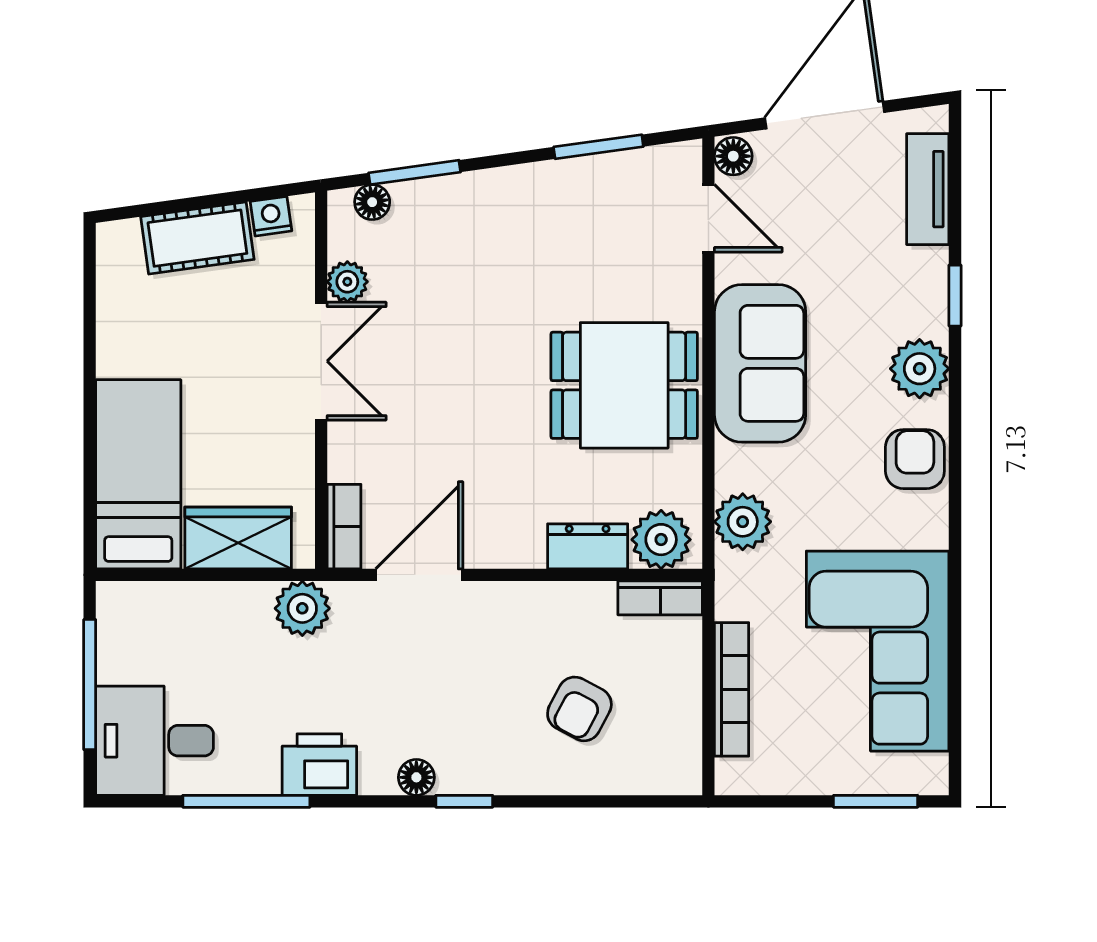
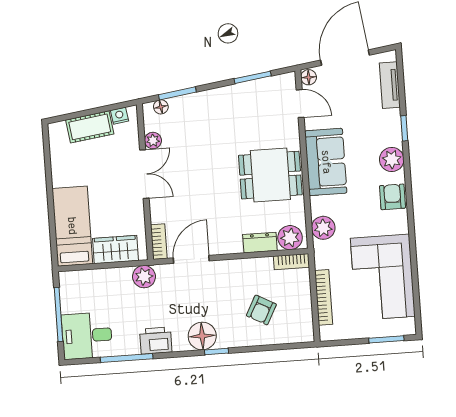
floor lamp: (416, 777) -> (202, 336), width x1.89, depth x1.89

